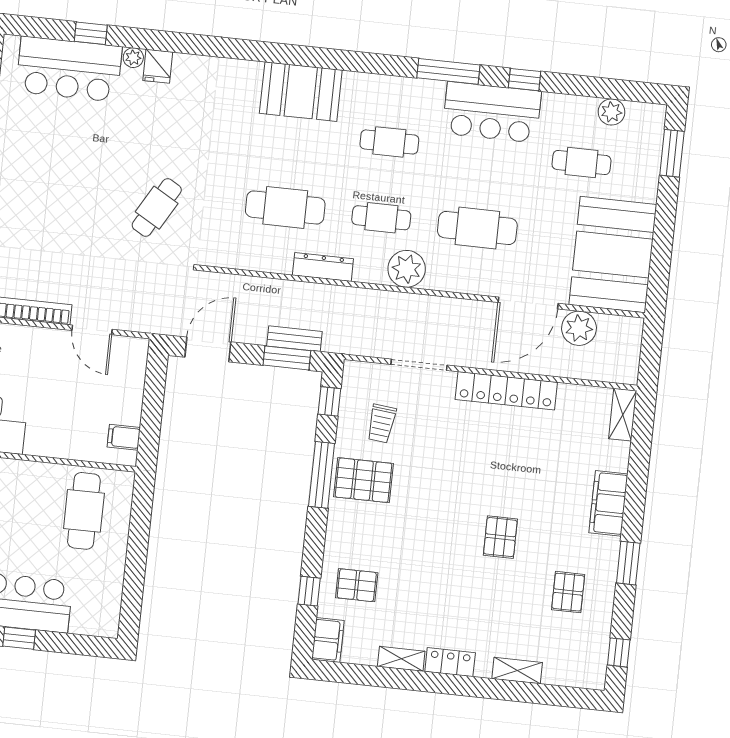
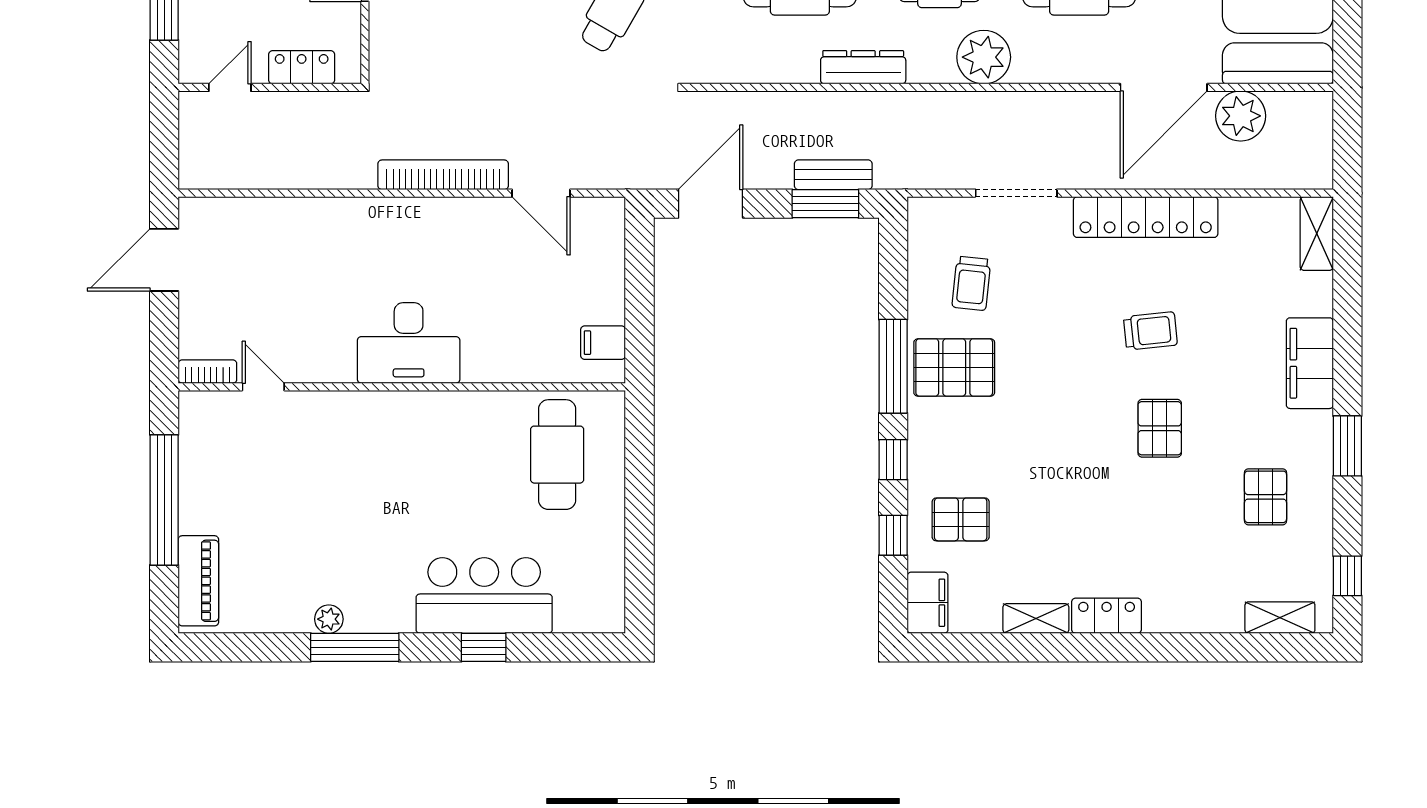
window: (329, 401) -> (893, 460), moved
trolley: (501, 469) -> (1150, 331), added
shelving: (517, 671) -> (1280, 618), moved

